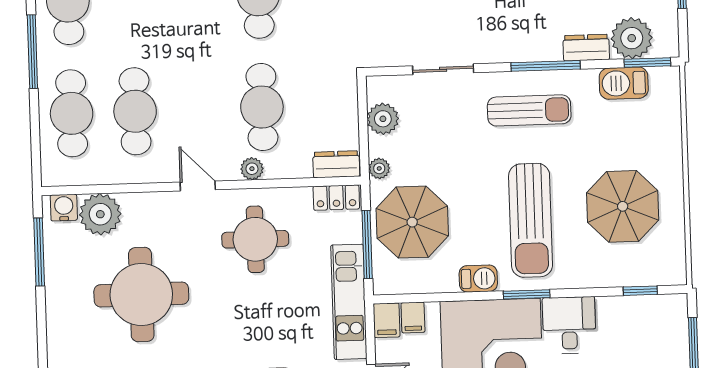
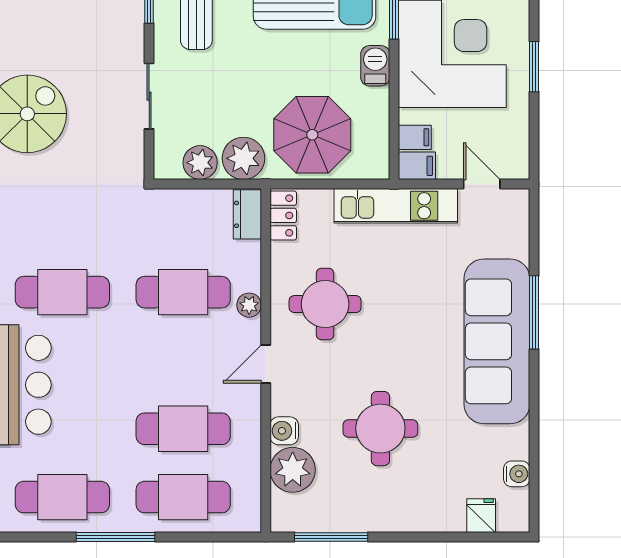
plant: (379, 168) -> (243, 158), width x1.88, depth x1.88
water cooler: (64, 208) -> (284, 431), moved
window: (367, 245) -> (335, 184), removed
round table: (141, 294) -> (380, 429), width x0.73, depth x0.73

